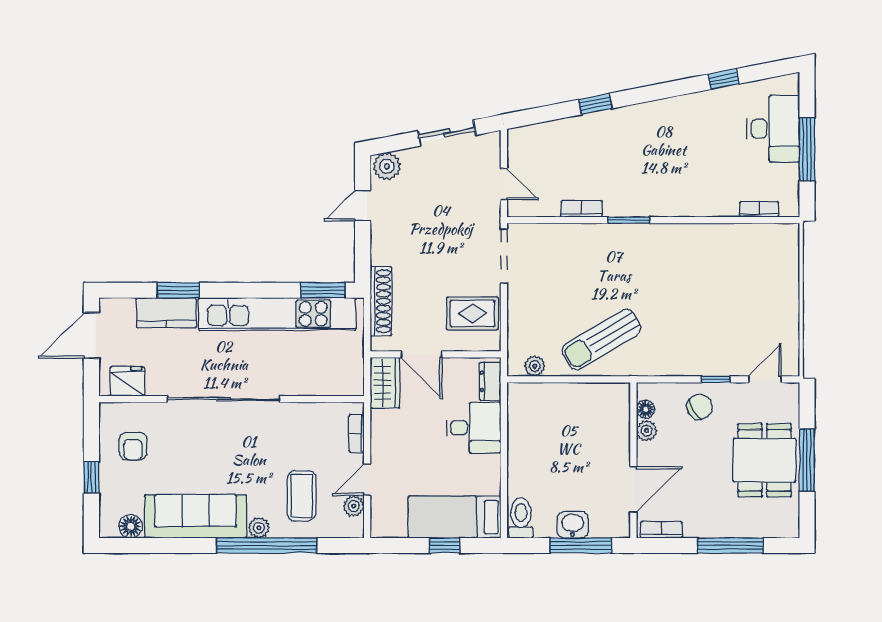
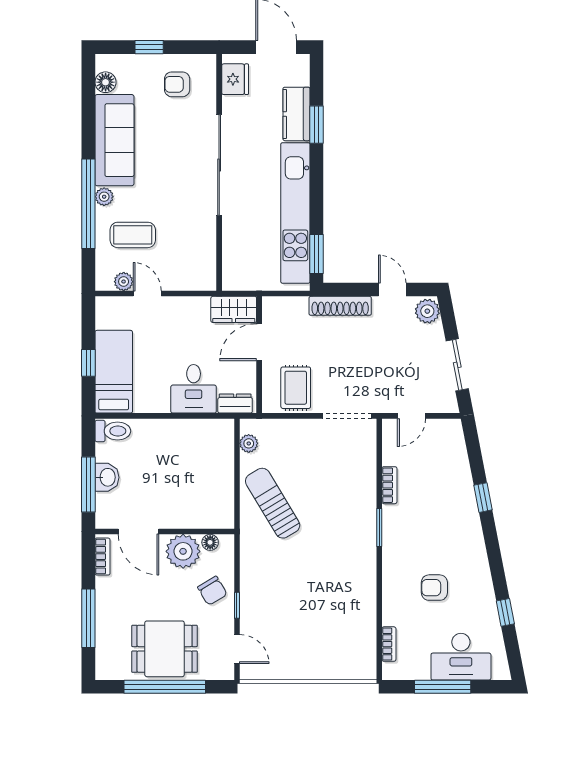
armchair: (696, 158) -> (434, 588), added
shoe rack: (381, 301) -> (340, 306), moved
plant: (647, 431) -> (183, 551), width x1.87, depth x1.87
bookcase: (357, 433) -> (189, 284), removed
window: (807, 460) -> (165, 687), width x1.46

